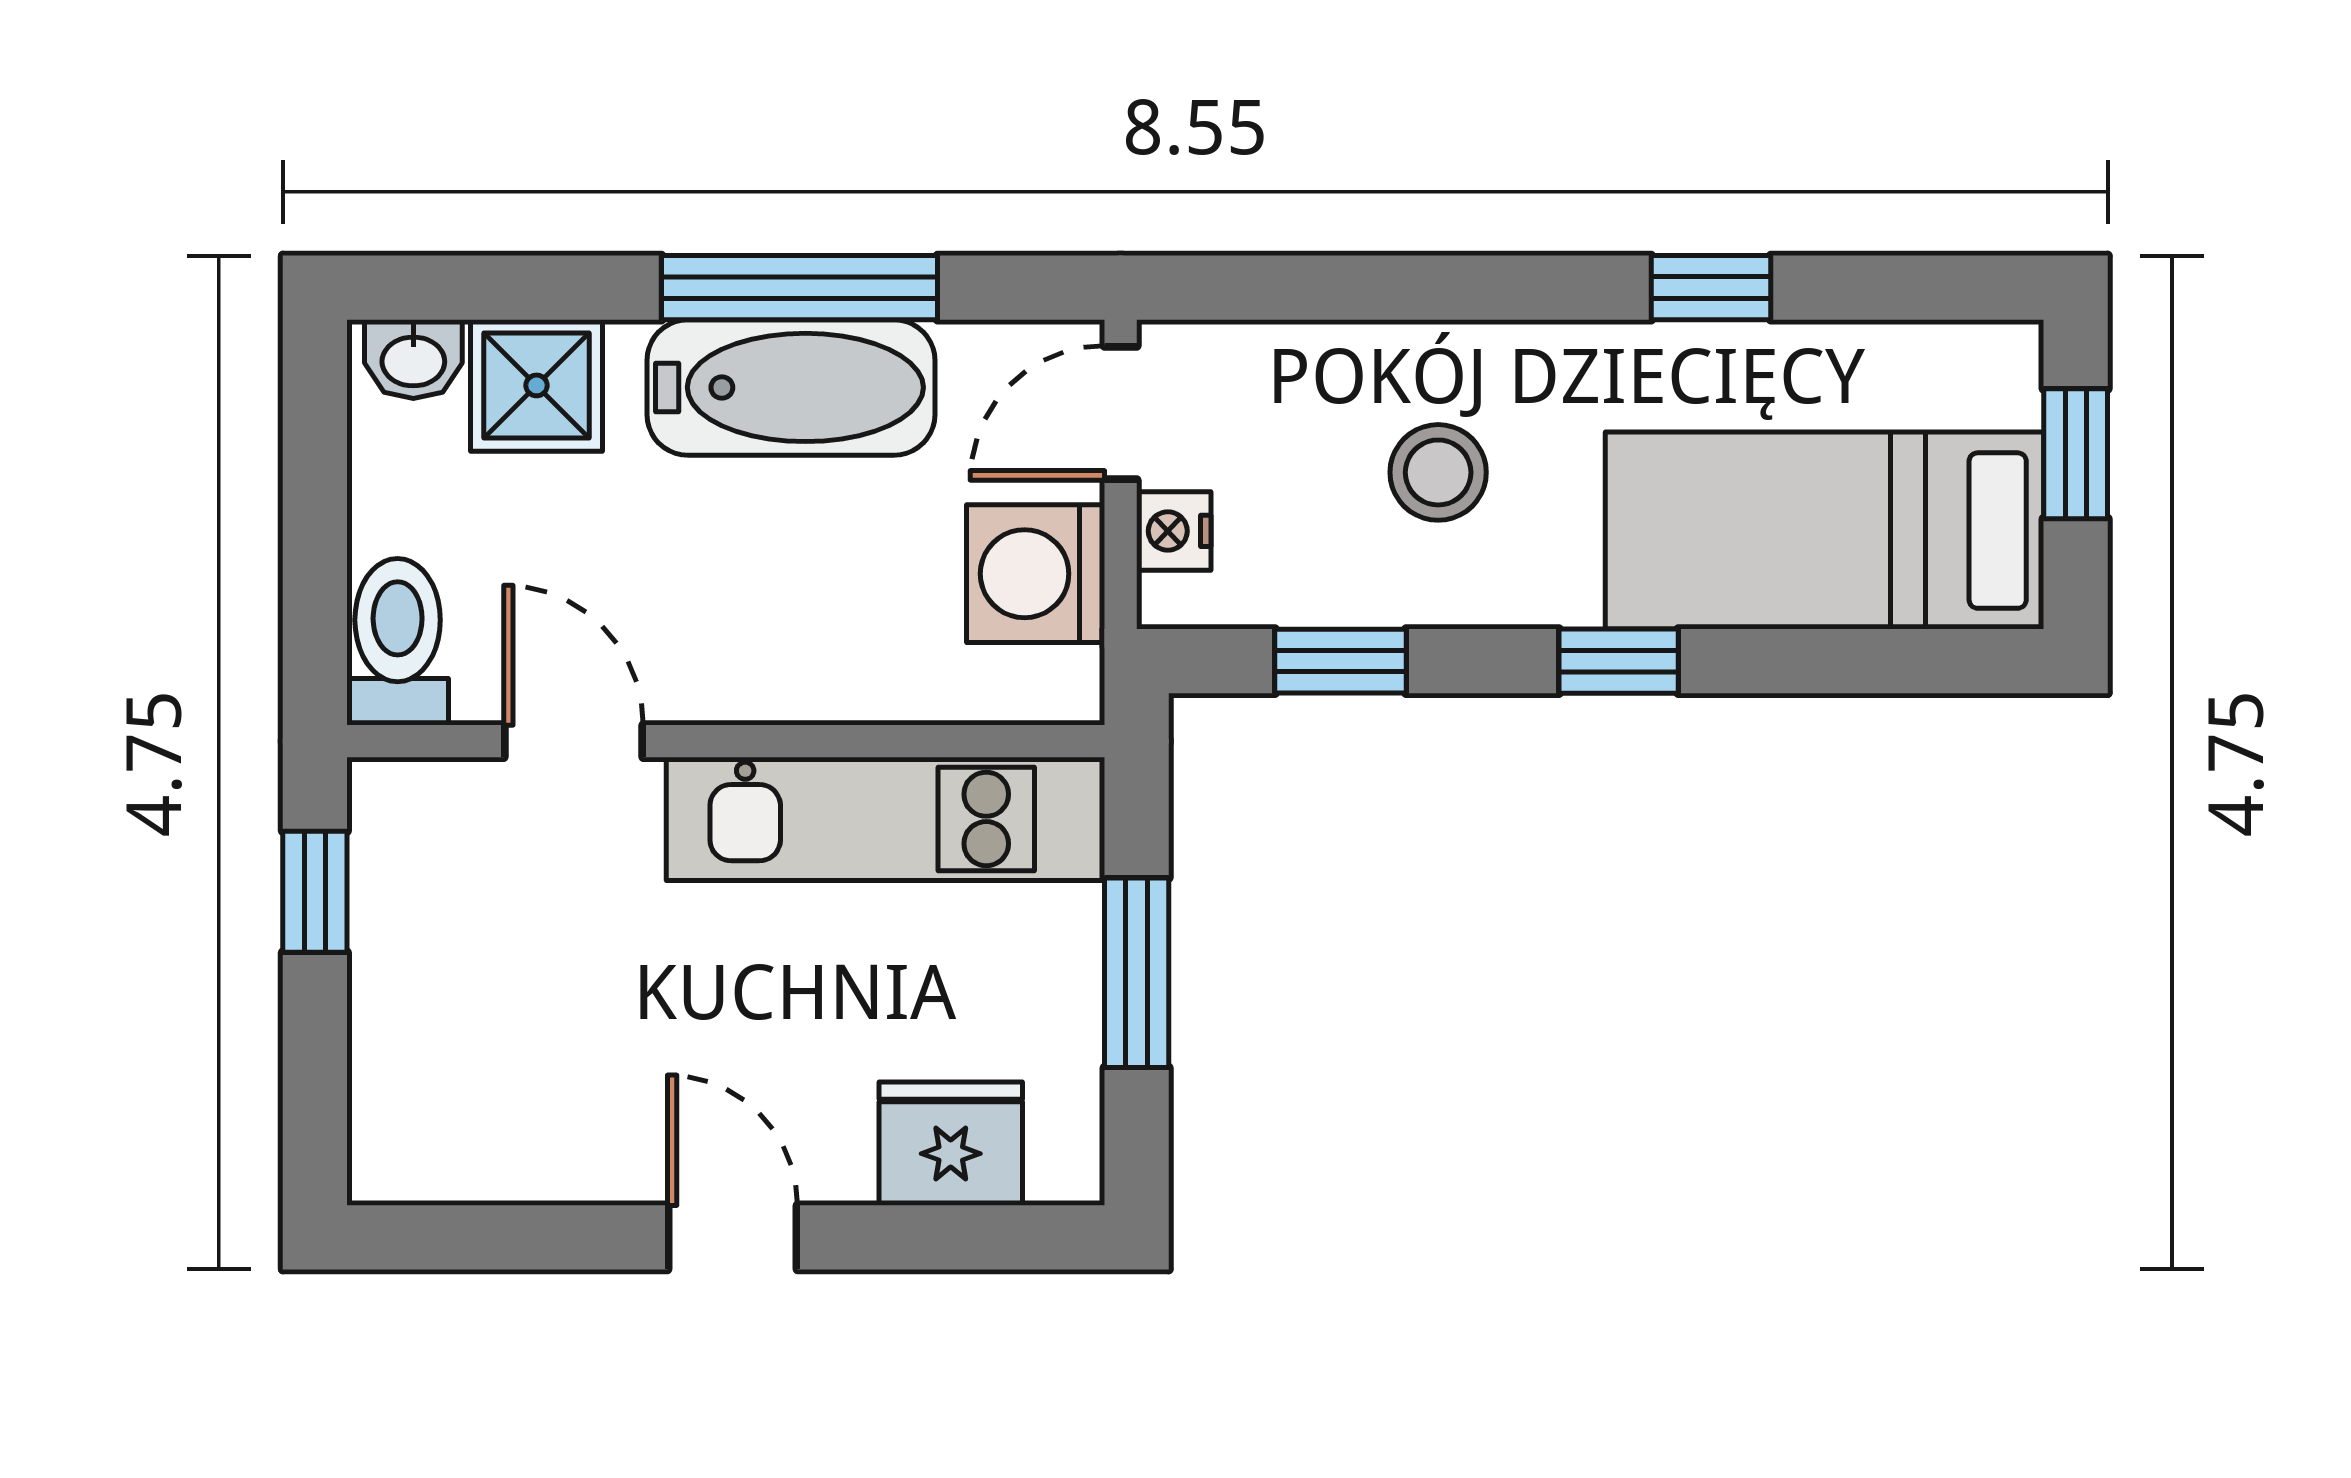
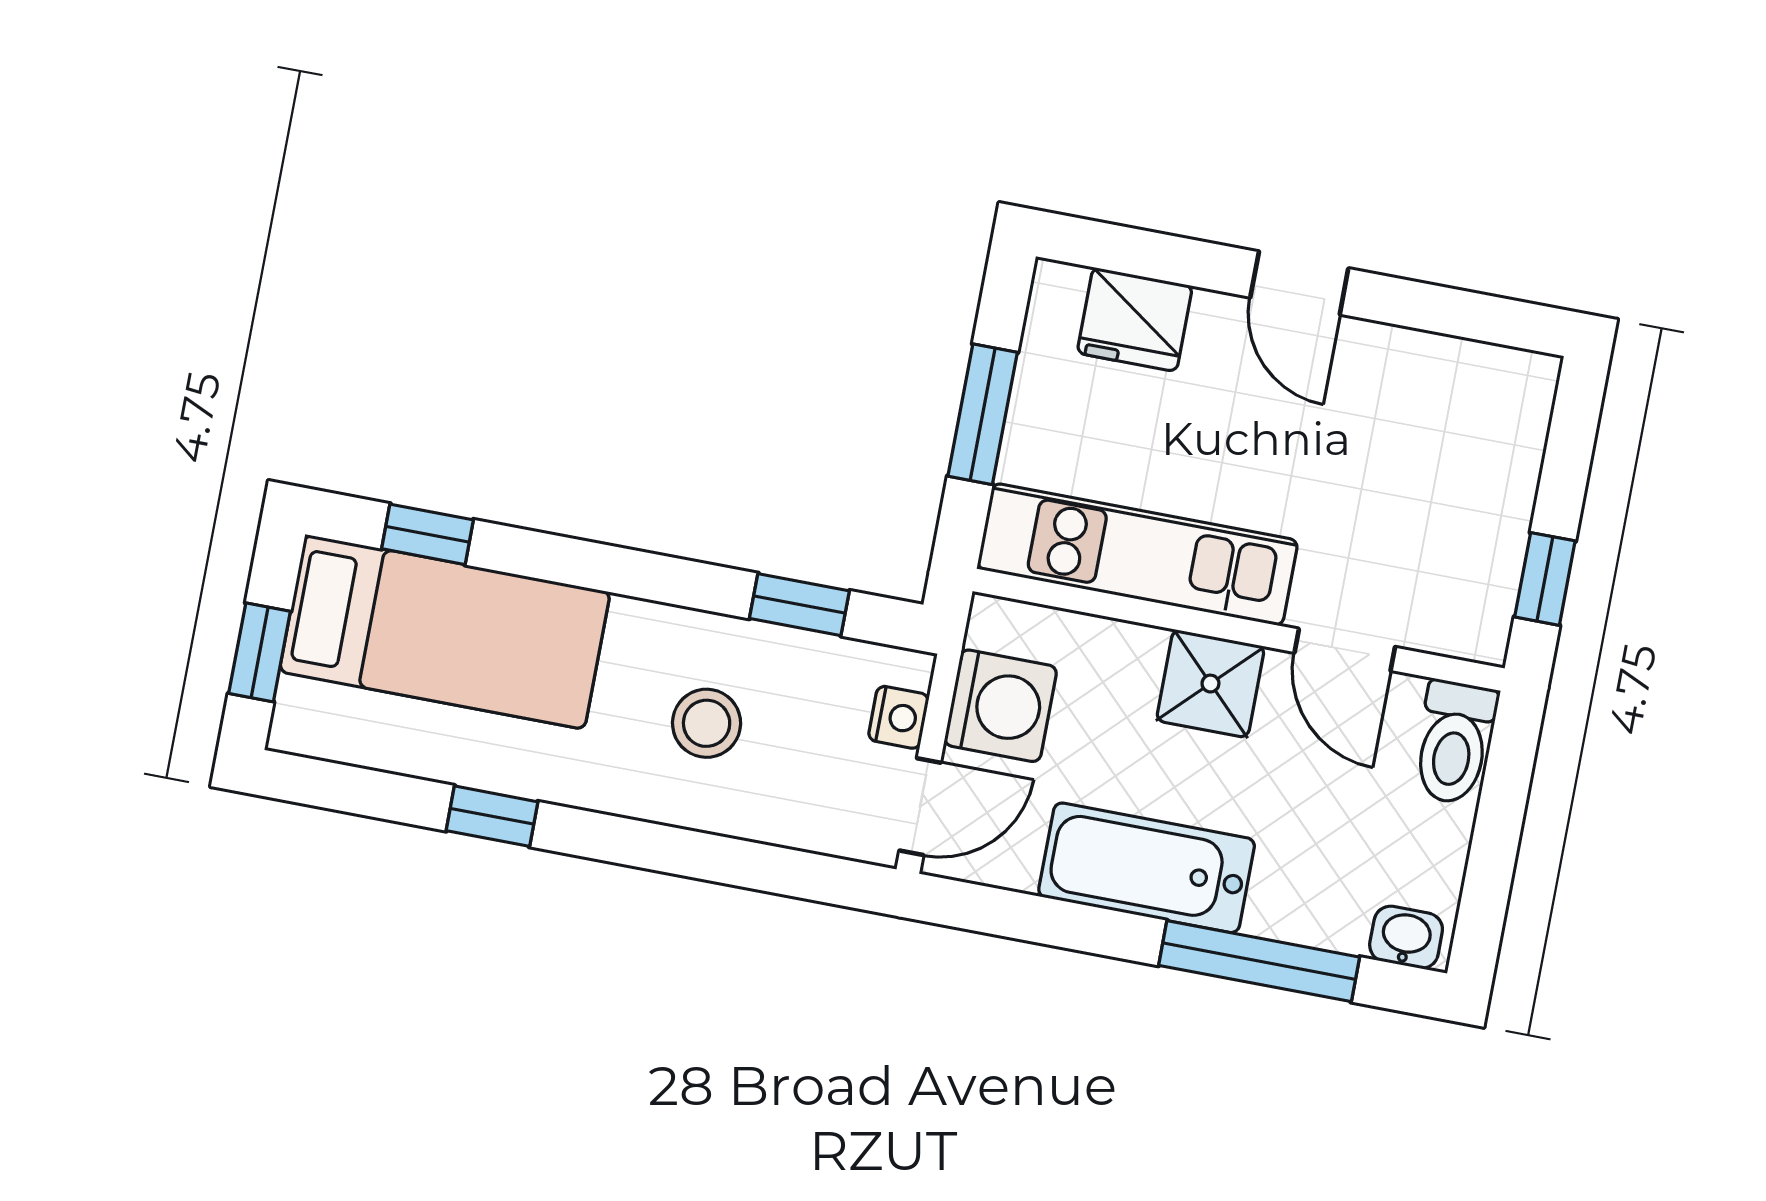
window: (800, 288) -> (1259, 961), moved
shower: (537, 385) -> (1210, 684), moved
window: (1619, 661) -> (428, 534), moved

